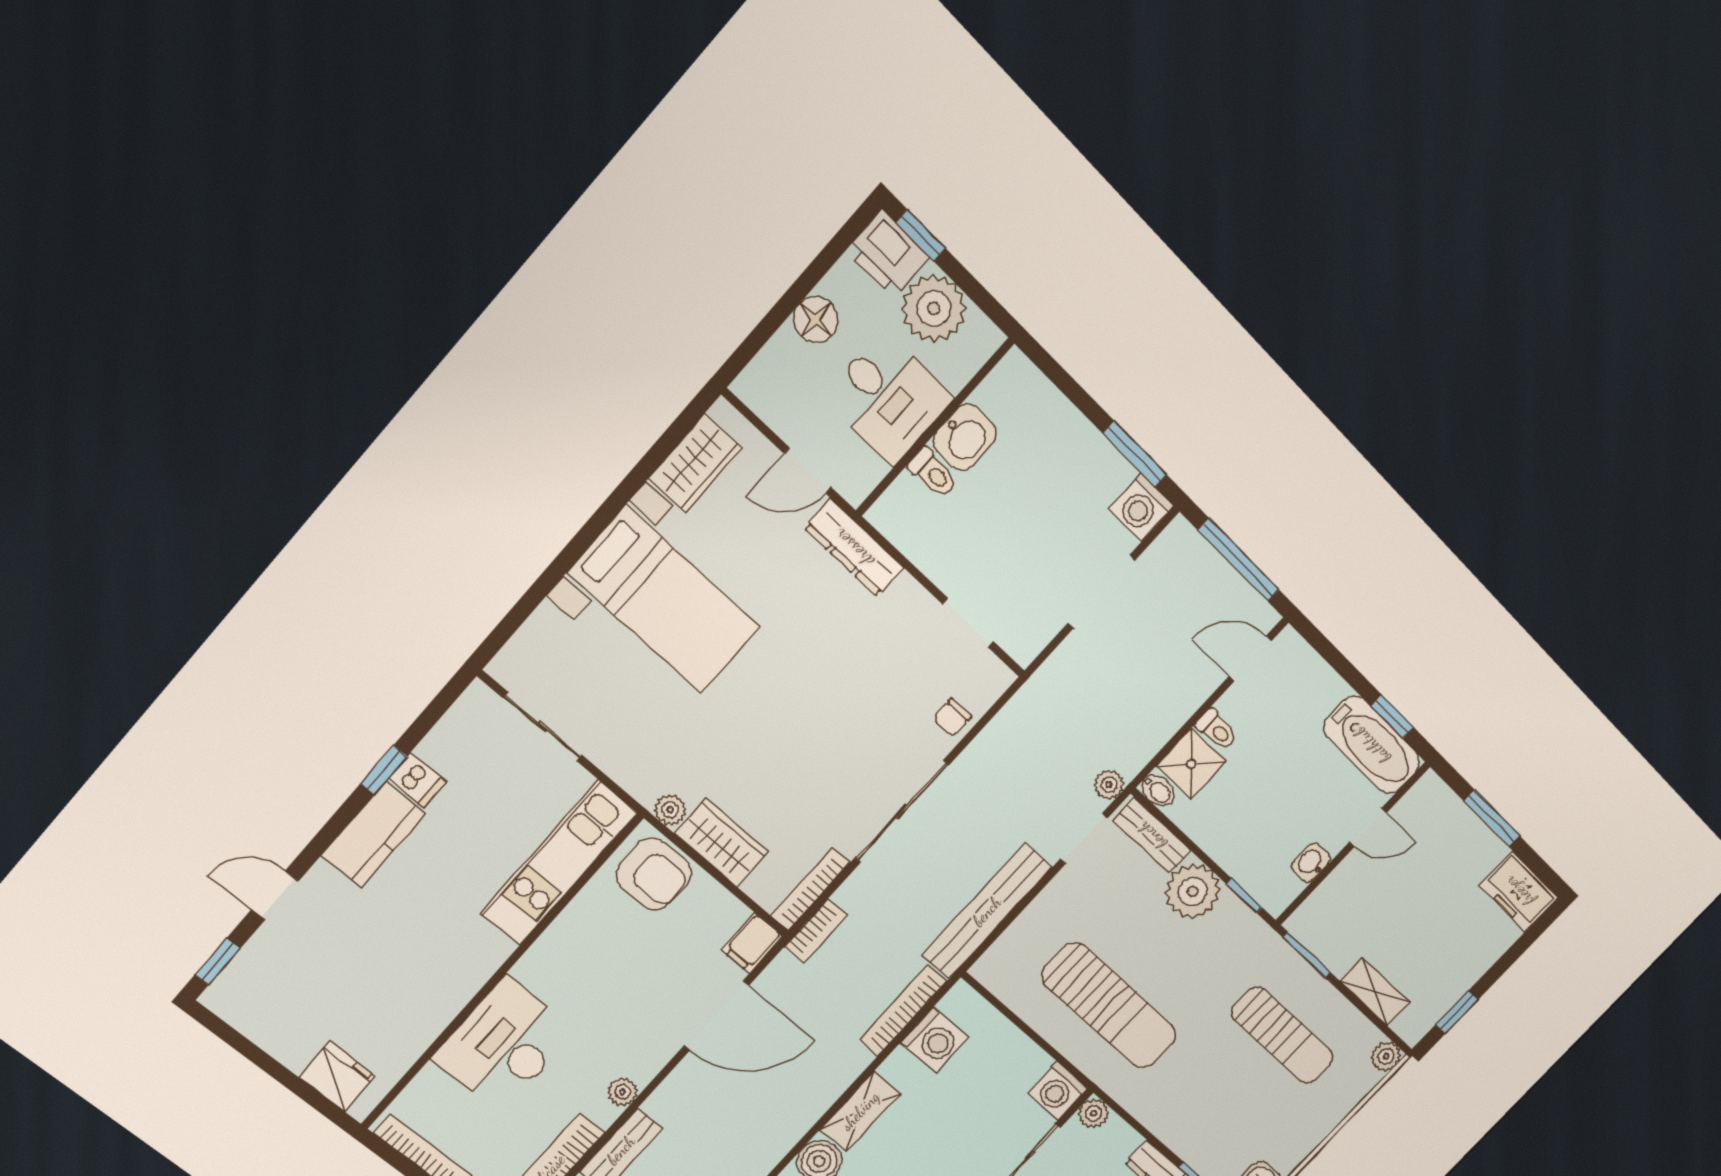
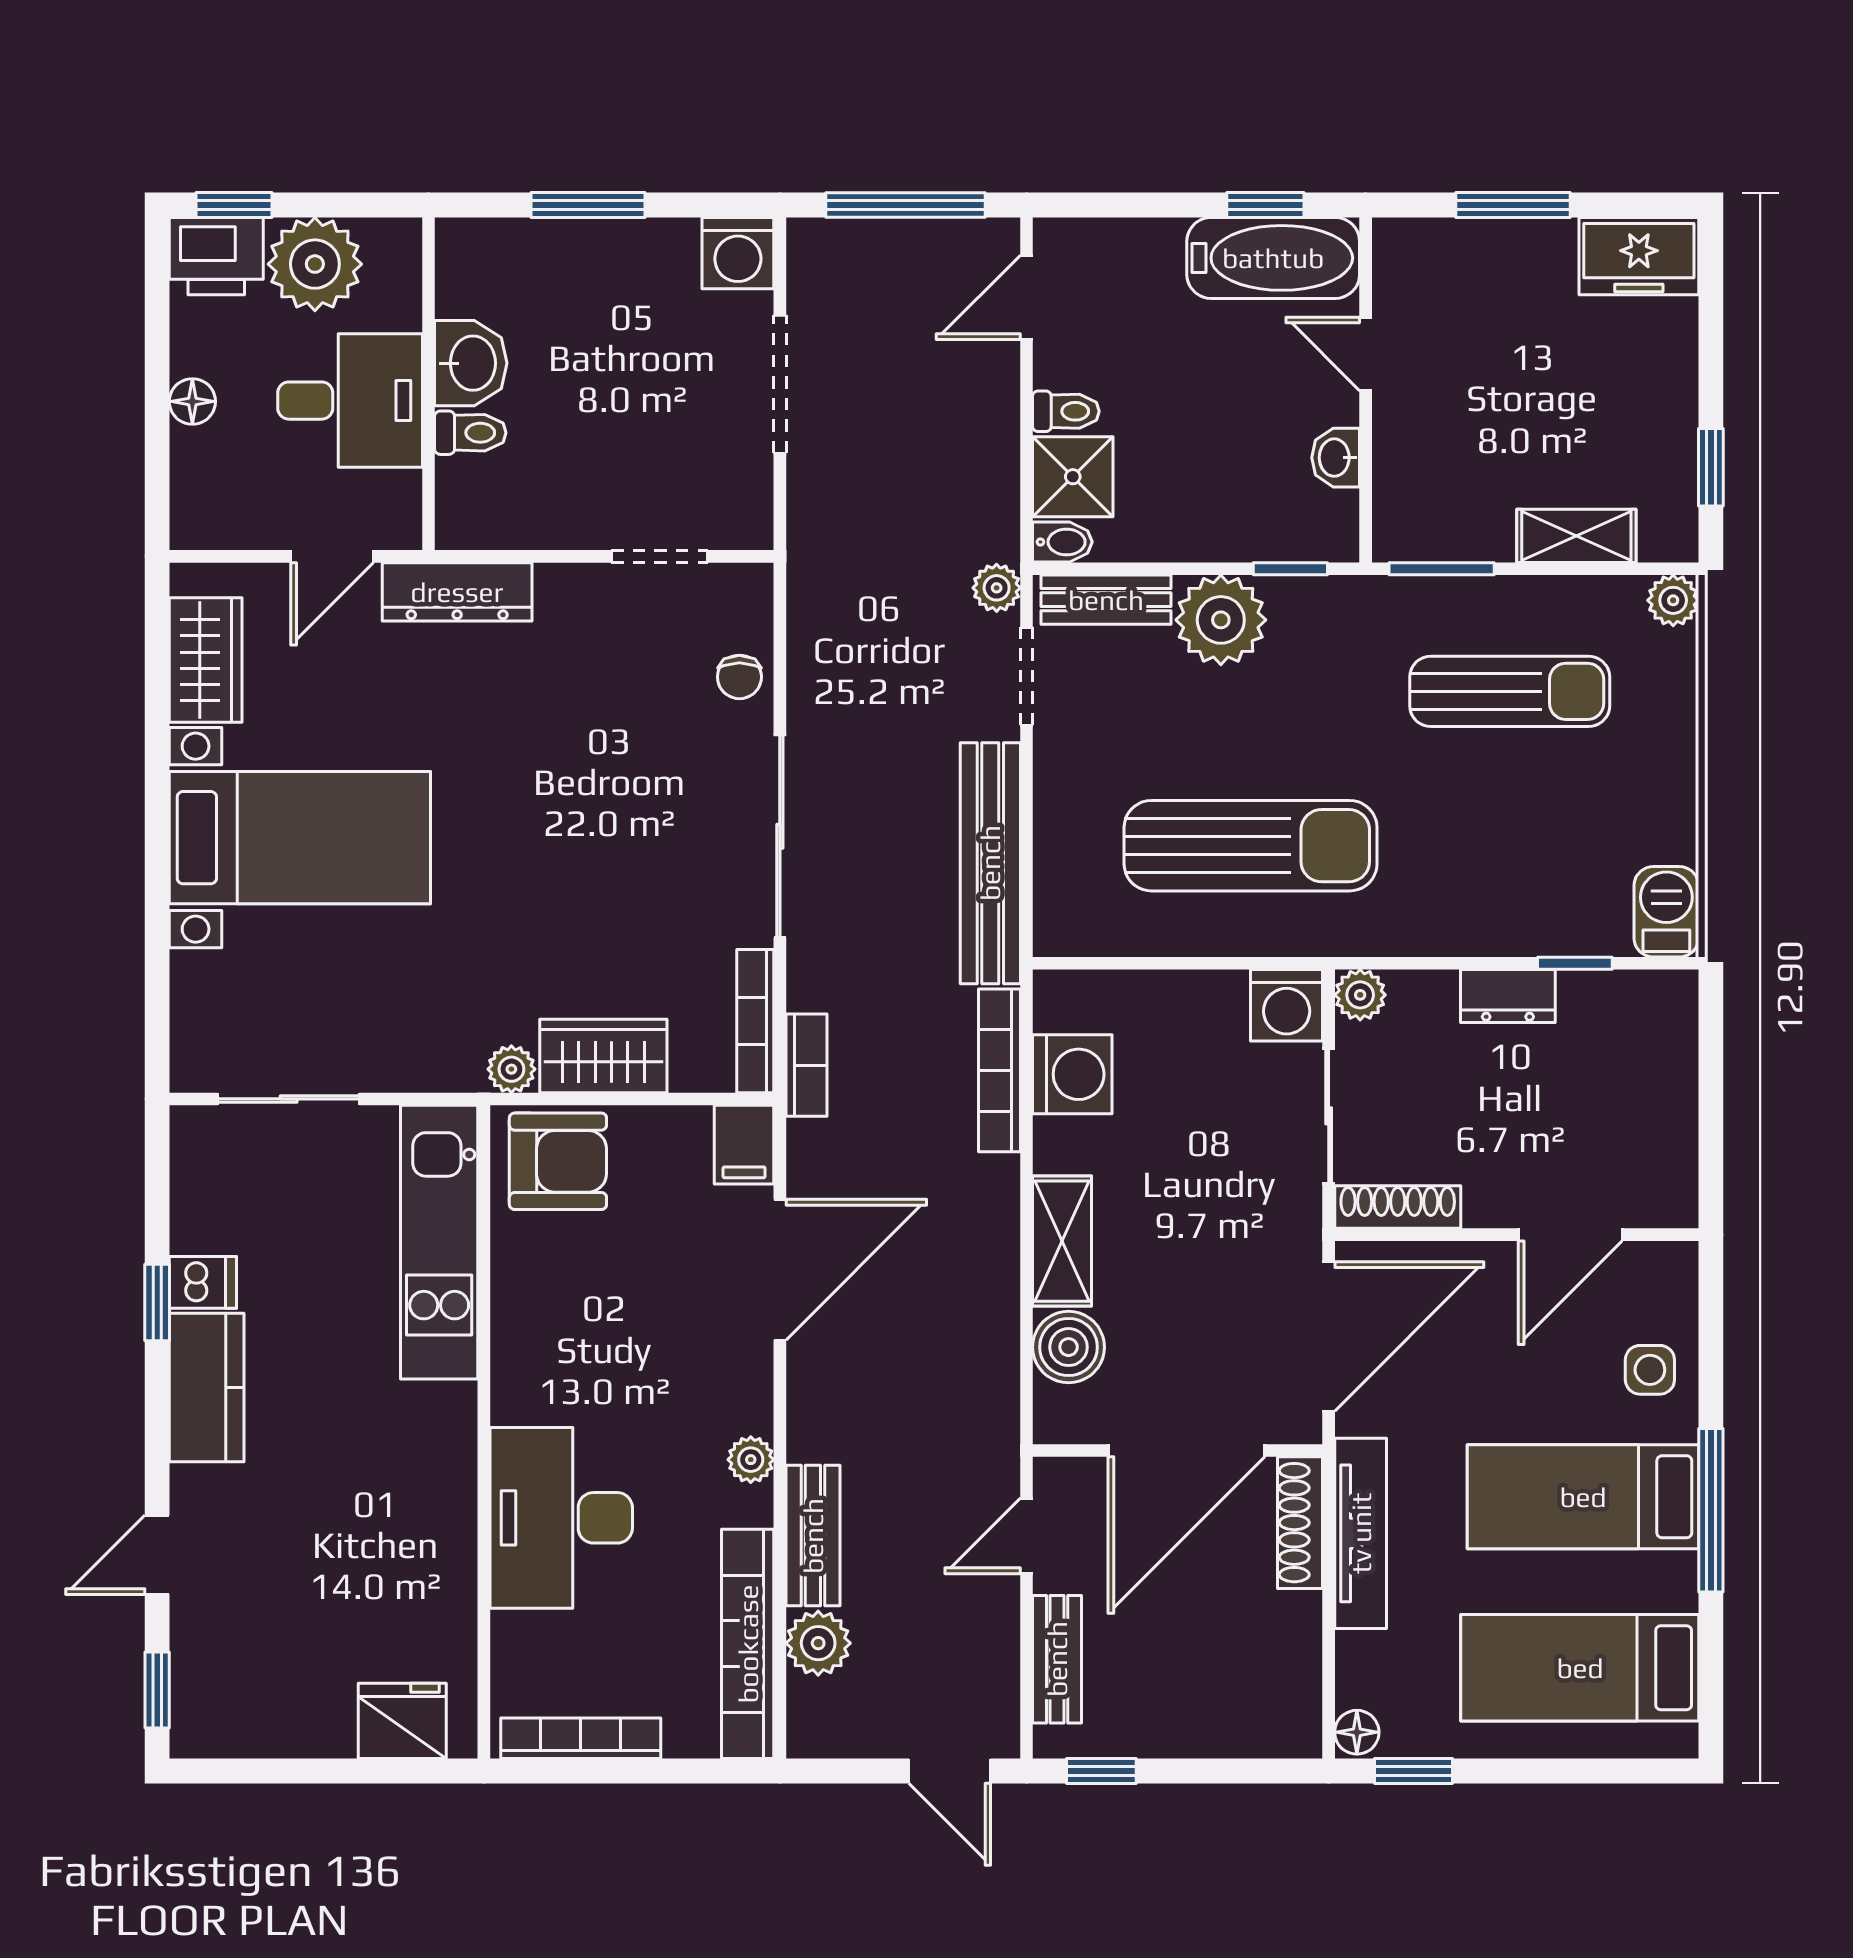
floor lamp: (816, 320) -> (192, 401), width x0.73, depth x0.73
window: (1135, 454) -> (588, 205), moved
door: (1368, 827) -> (1366, 354), swing flipped

